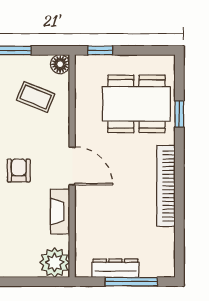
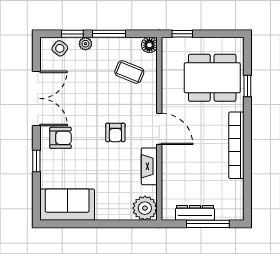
armchair: (19, 170) -> (115, 132), turned 180

